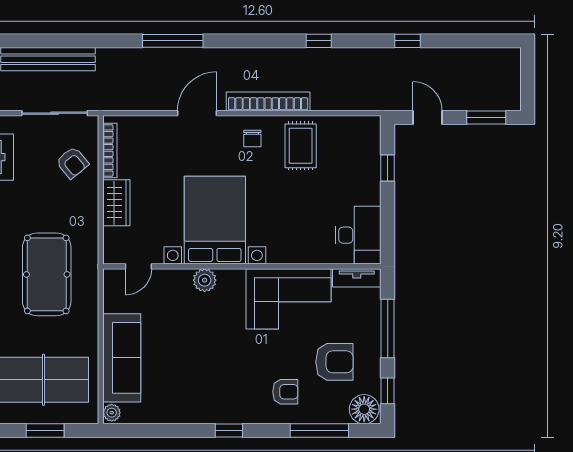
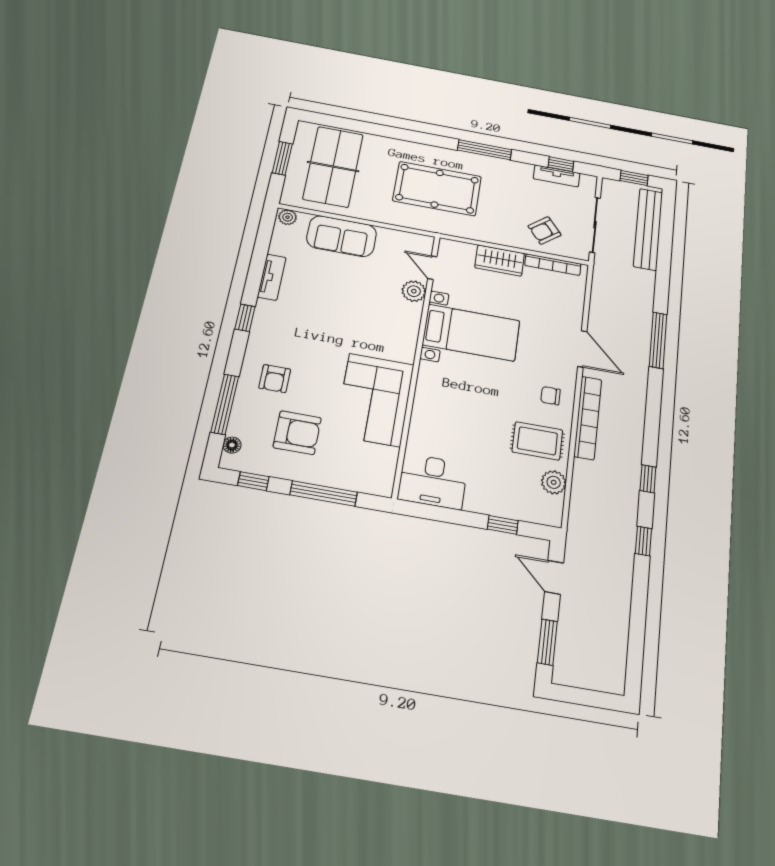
window: (407, 41) -> (643, 541), moved
door: (428, 118) -> (554, 577), swing flipped
plant: (339, 127) -> (554, 482), added
bed with nightstands: (215, 220) -> (471, 333), width x0.73
tv unit: (357, 278) -> (272, 277), moved, turned 180
plant: (205, 280) -> (414, 291), moved
sofa: (122, 358) -> (342, 236), width x0.73
armchair: (334, 362) -> (297, 433), turned -90
floor lamp: (364, 409) -> (232, 445), width x0.53, depth x0.53

